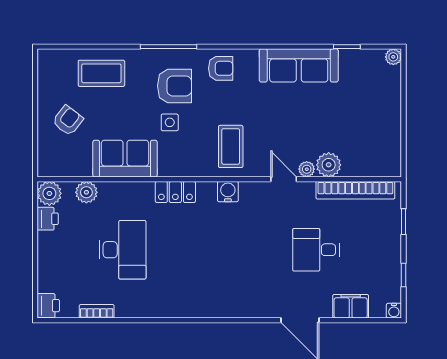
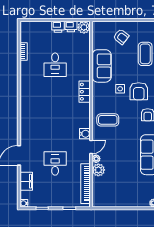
plant: (86, 192) -> (84, 46), removed
water cooler: (228, 192) -> (85, 134), moved
desk: (123, 250) -> (55, 65), width x0.73
printer: (48, 306) -> (58, 27), moved

